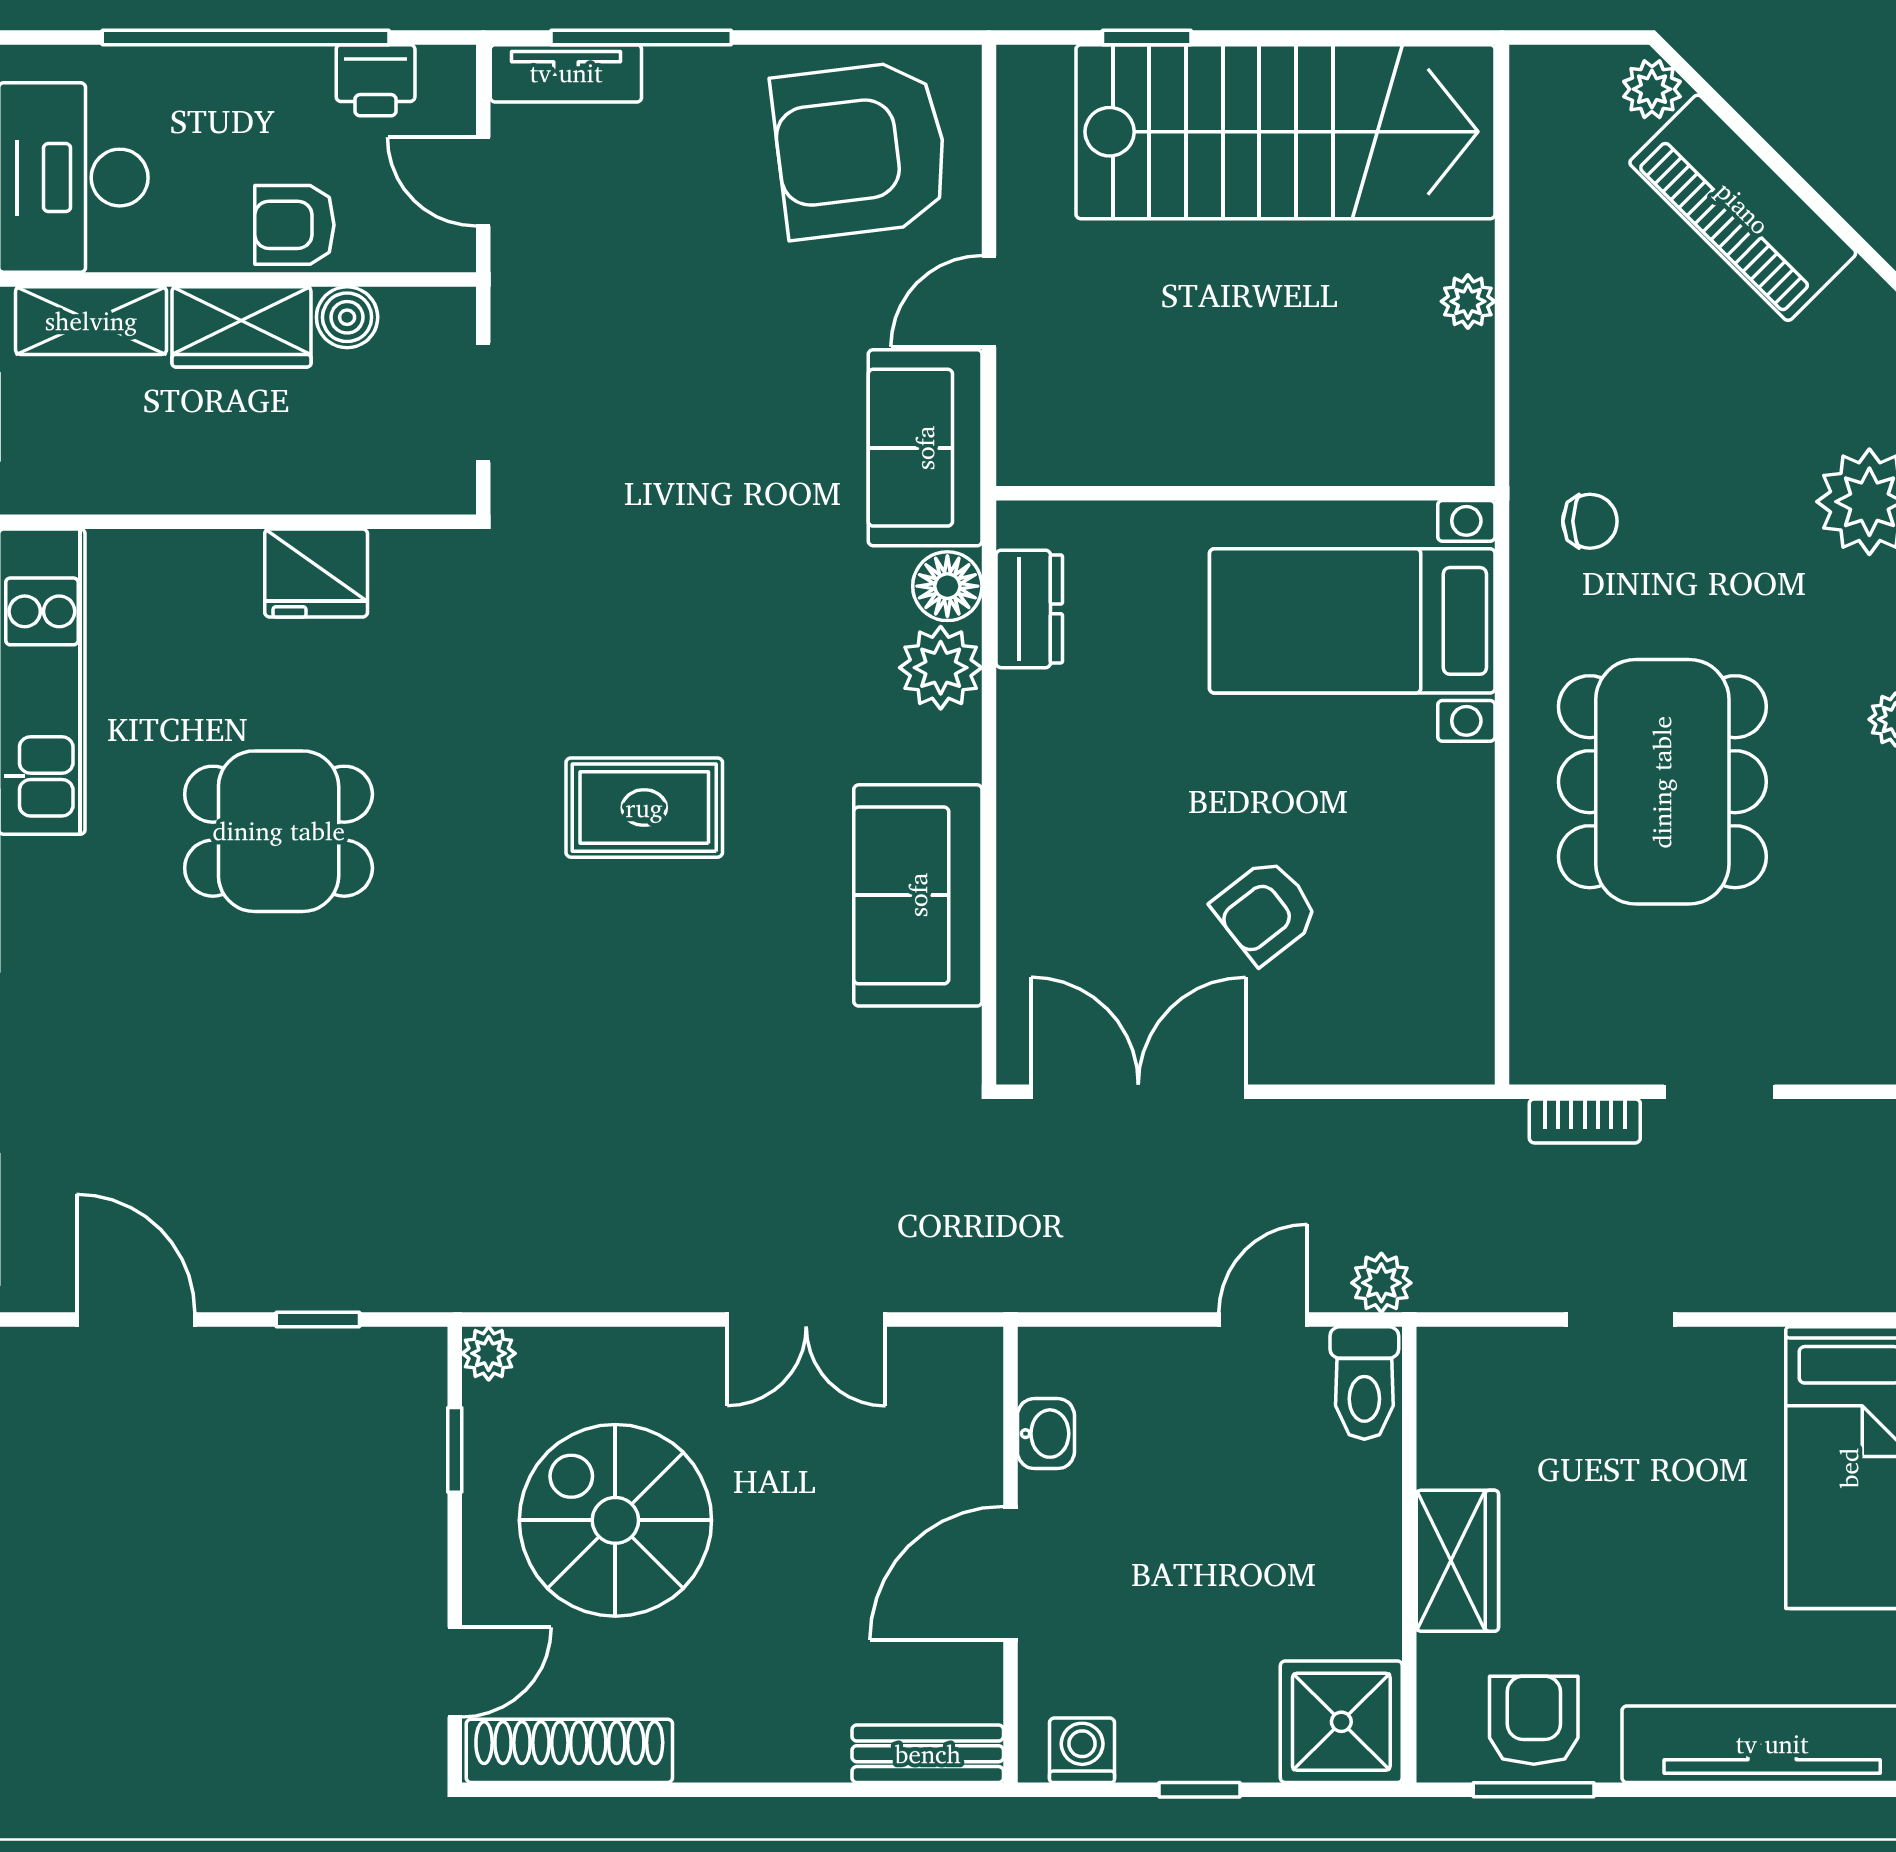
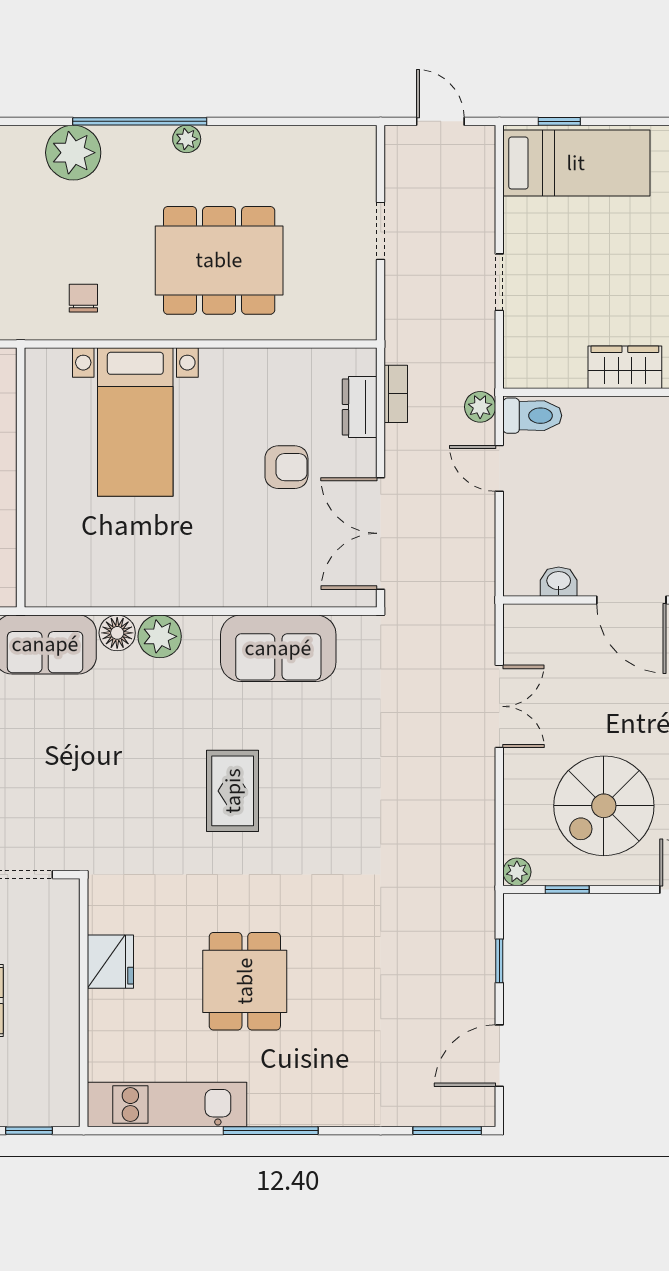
wall: (1245, 493) -> (21, 478), moved
dresser: (1029, 609) -> (360, 407), moved, turned -90
armchair: (1266, 911) -> (286, 467), turned -52
bookcase: (1585, 1121) -> (396, 394), moved

